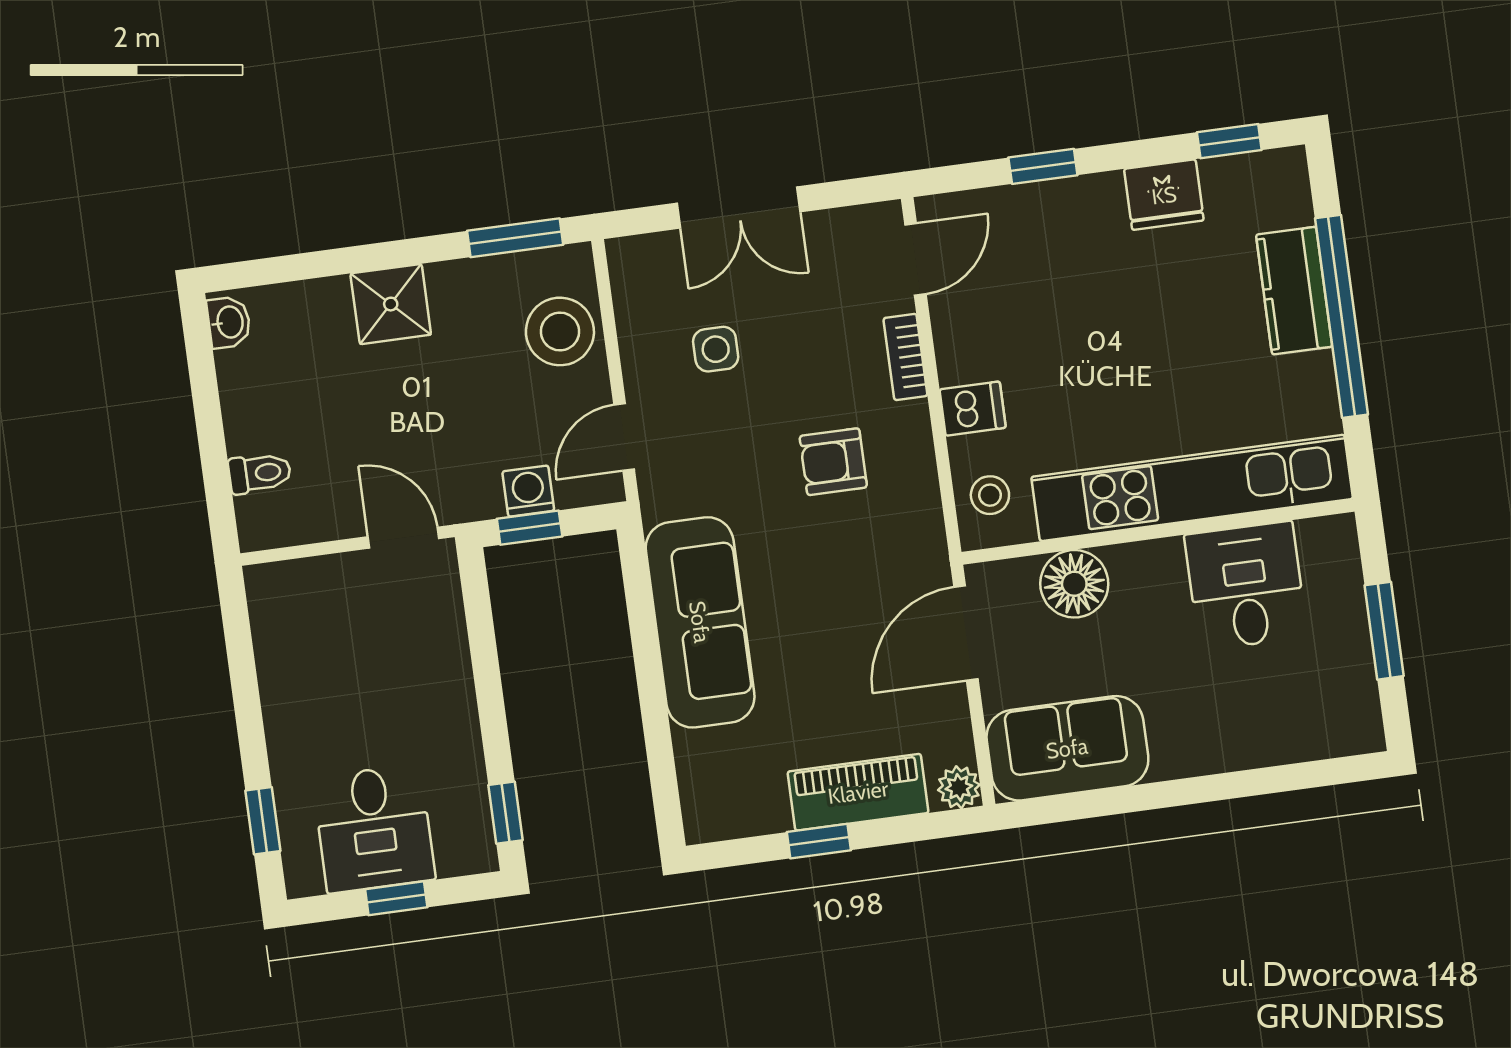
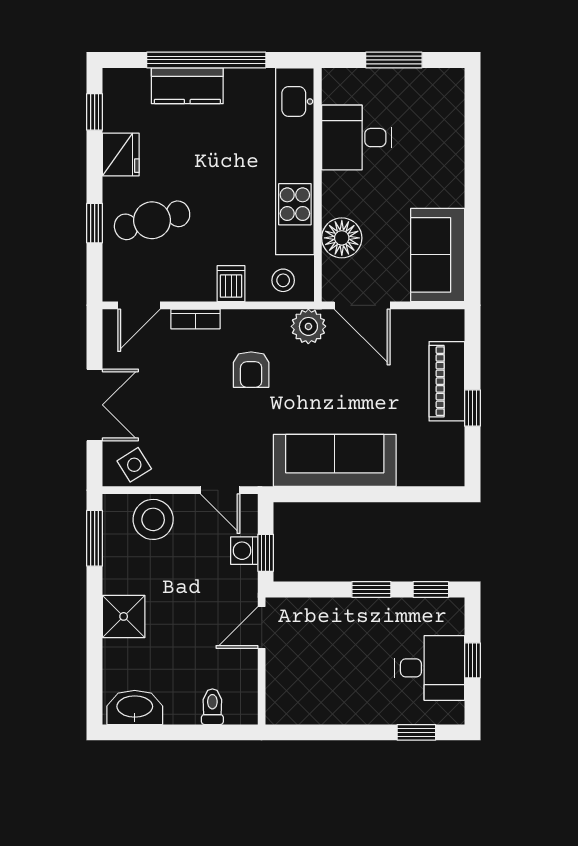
door: (915, 259) -> (139, 305), swing flipped
cafe table: (1061, 262) -> (152, 220), added
washbasin: (229, 322) -> (135, 708), width x1.91, depth x1.45
side table: (716, 349) -> (134, 465), moved, turned -32
window: (492, 713) -> (371, 589), added
plant: (959, 787) -> (308, 326), moved, width x1.38, depth x1.38

